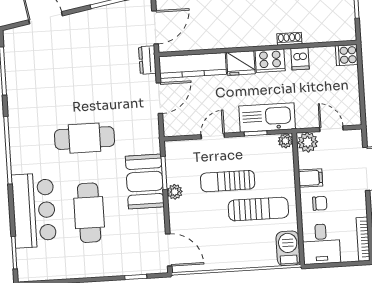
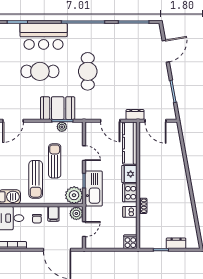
plant: (285, 141) -> (74, 195), width x1.88, depth x1.88
plant: (175, 192) -> (62, 127), moved

